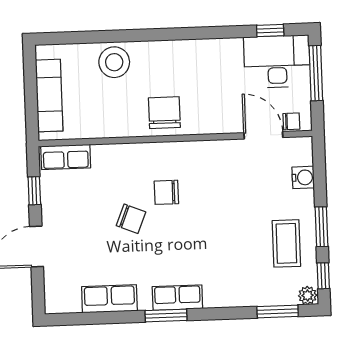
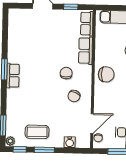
chair: (131, 219) -> (74, 96), moved
row of seats: (109, 299) -> (86, 51), moved, turned 180

